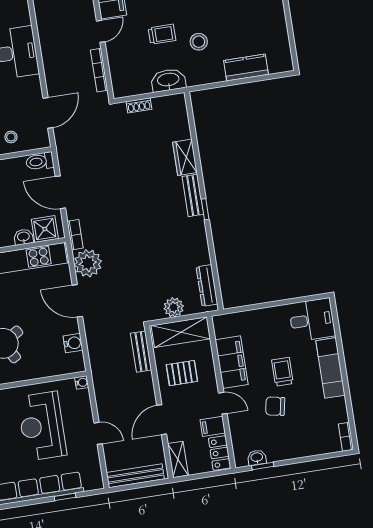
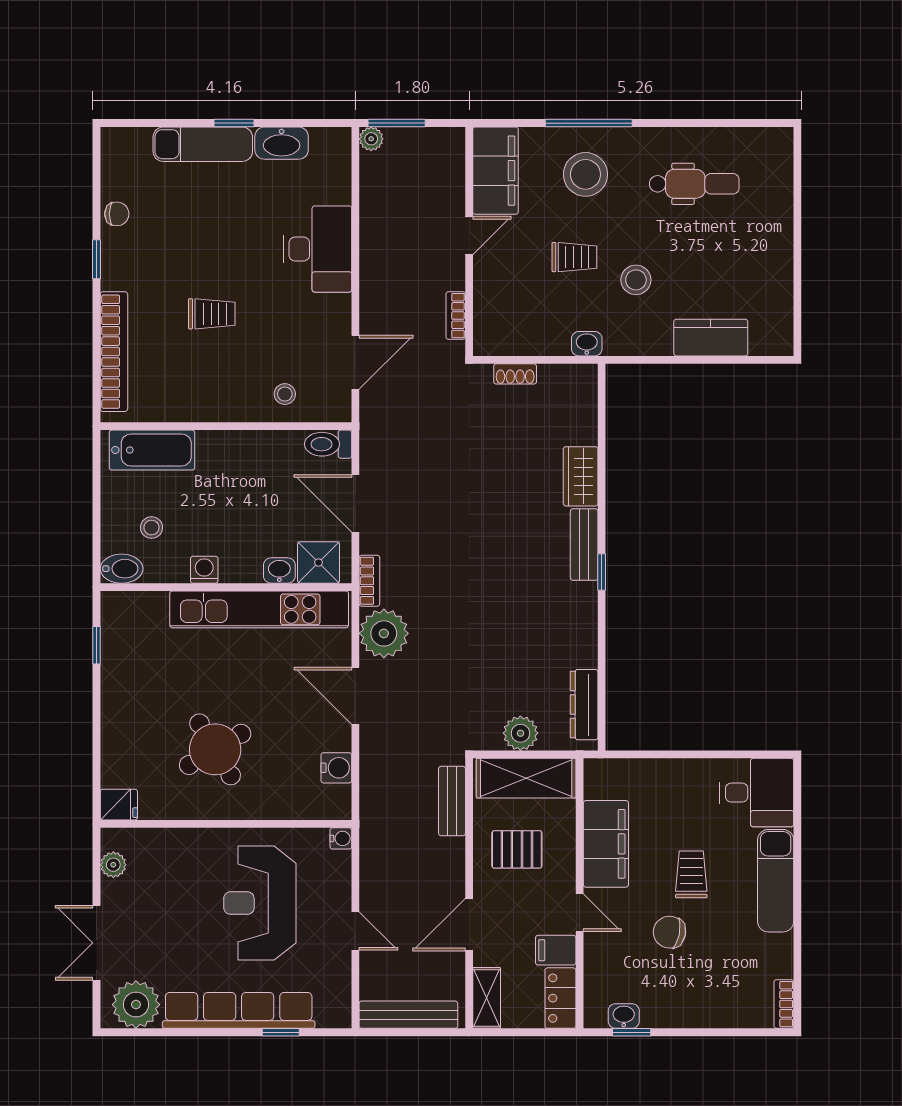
bookcase: (99, 70) -> (456, 316), width x0.64
washbasin: (168, 80) -> (587, 344), width x0.52, depth x0.69

